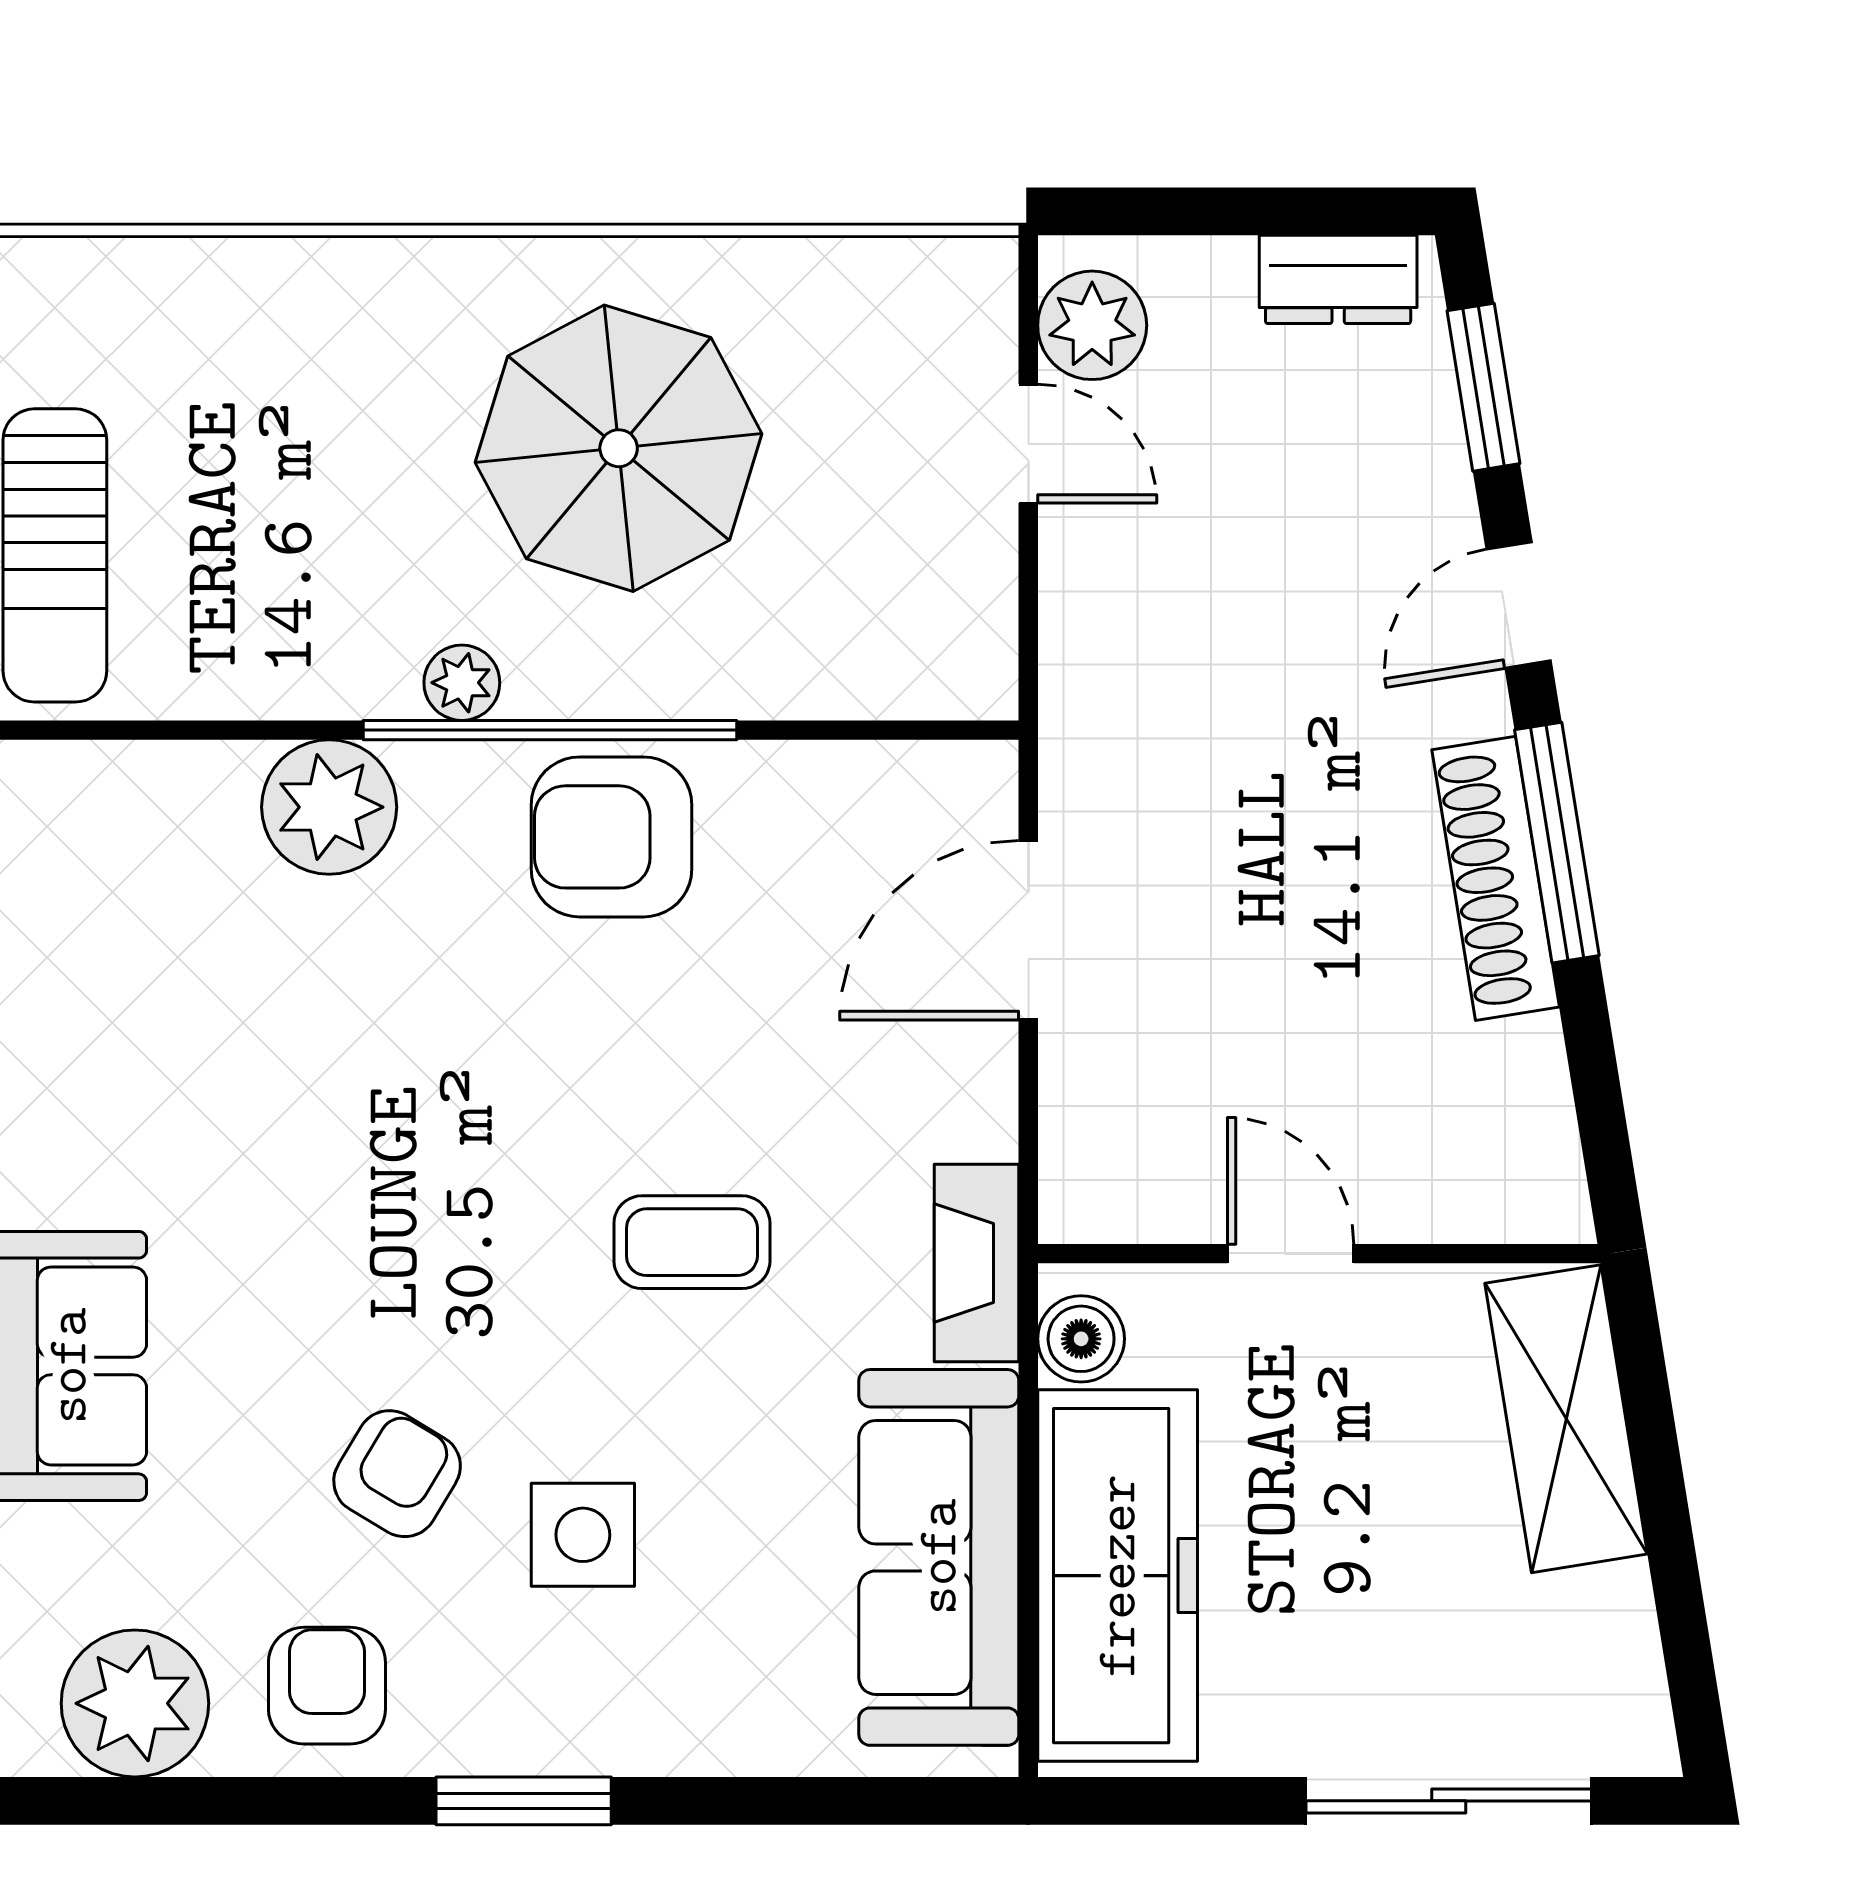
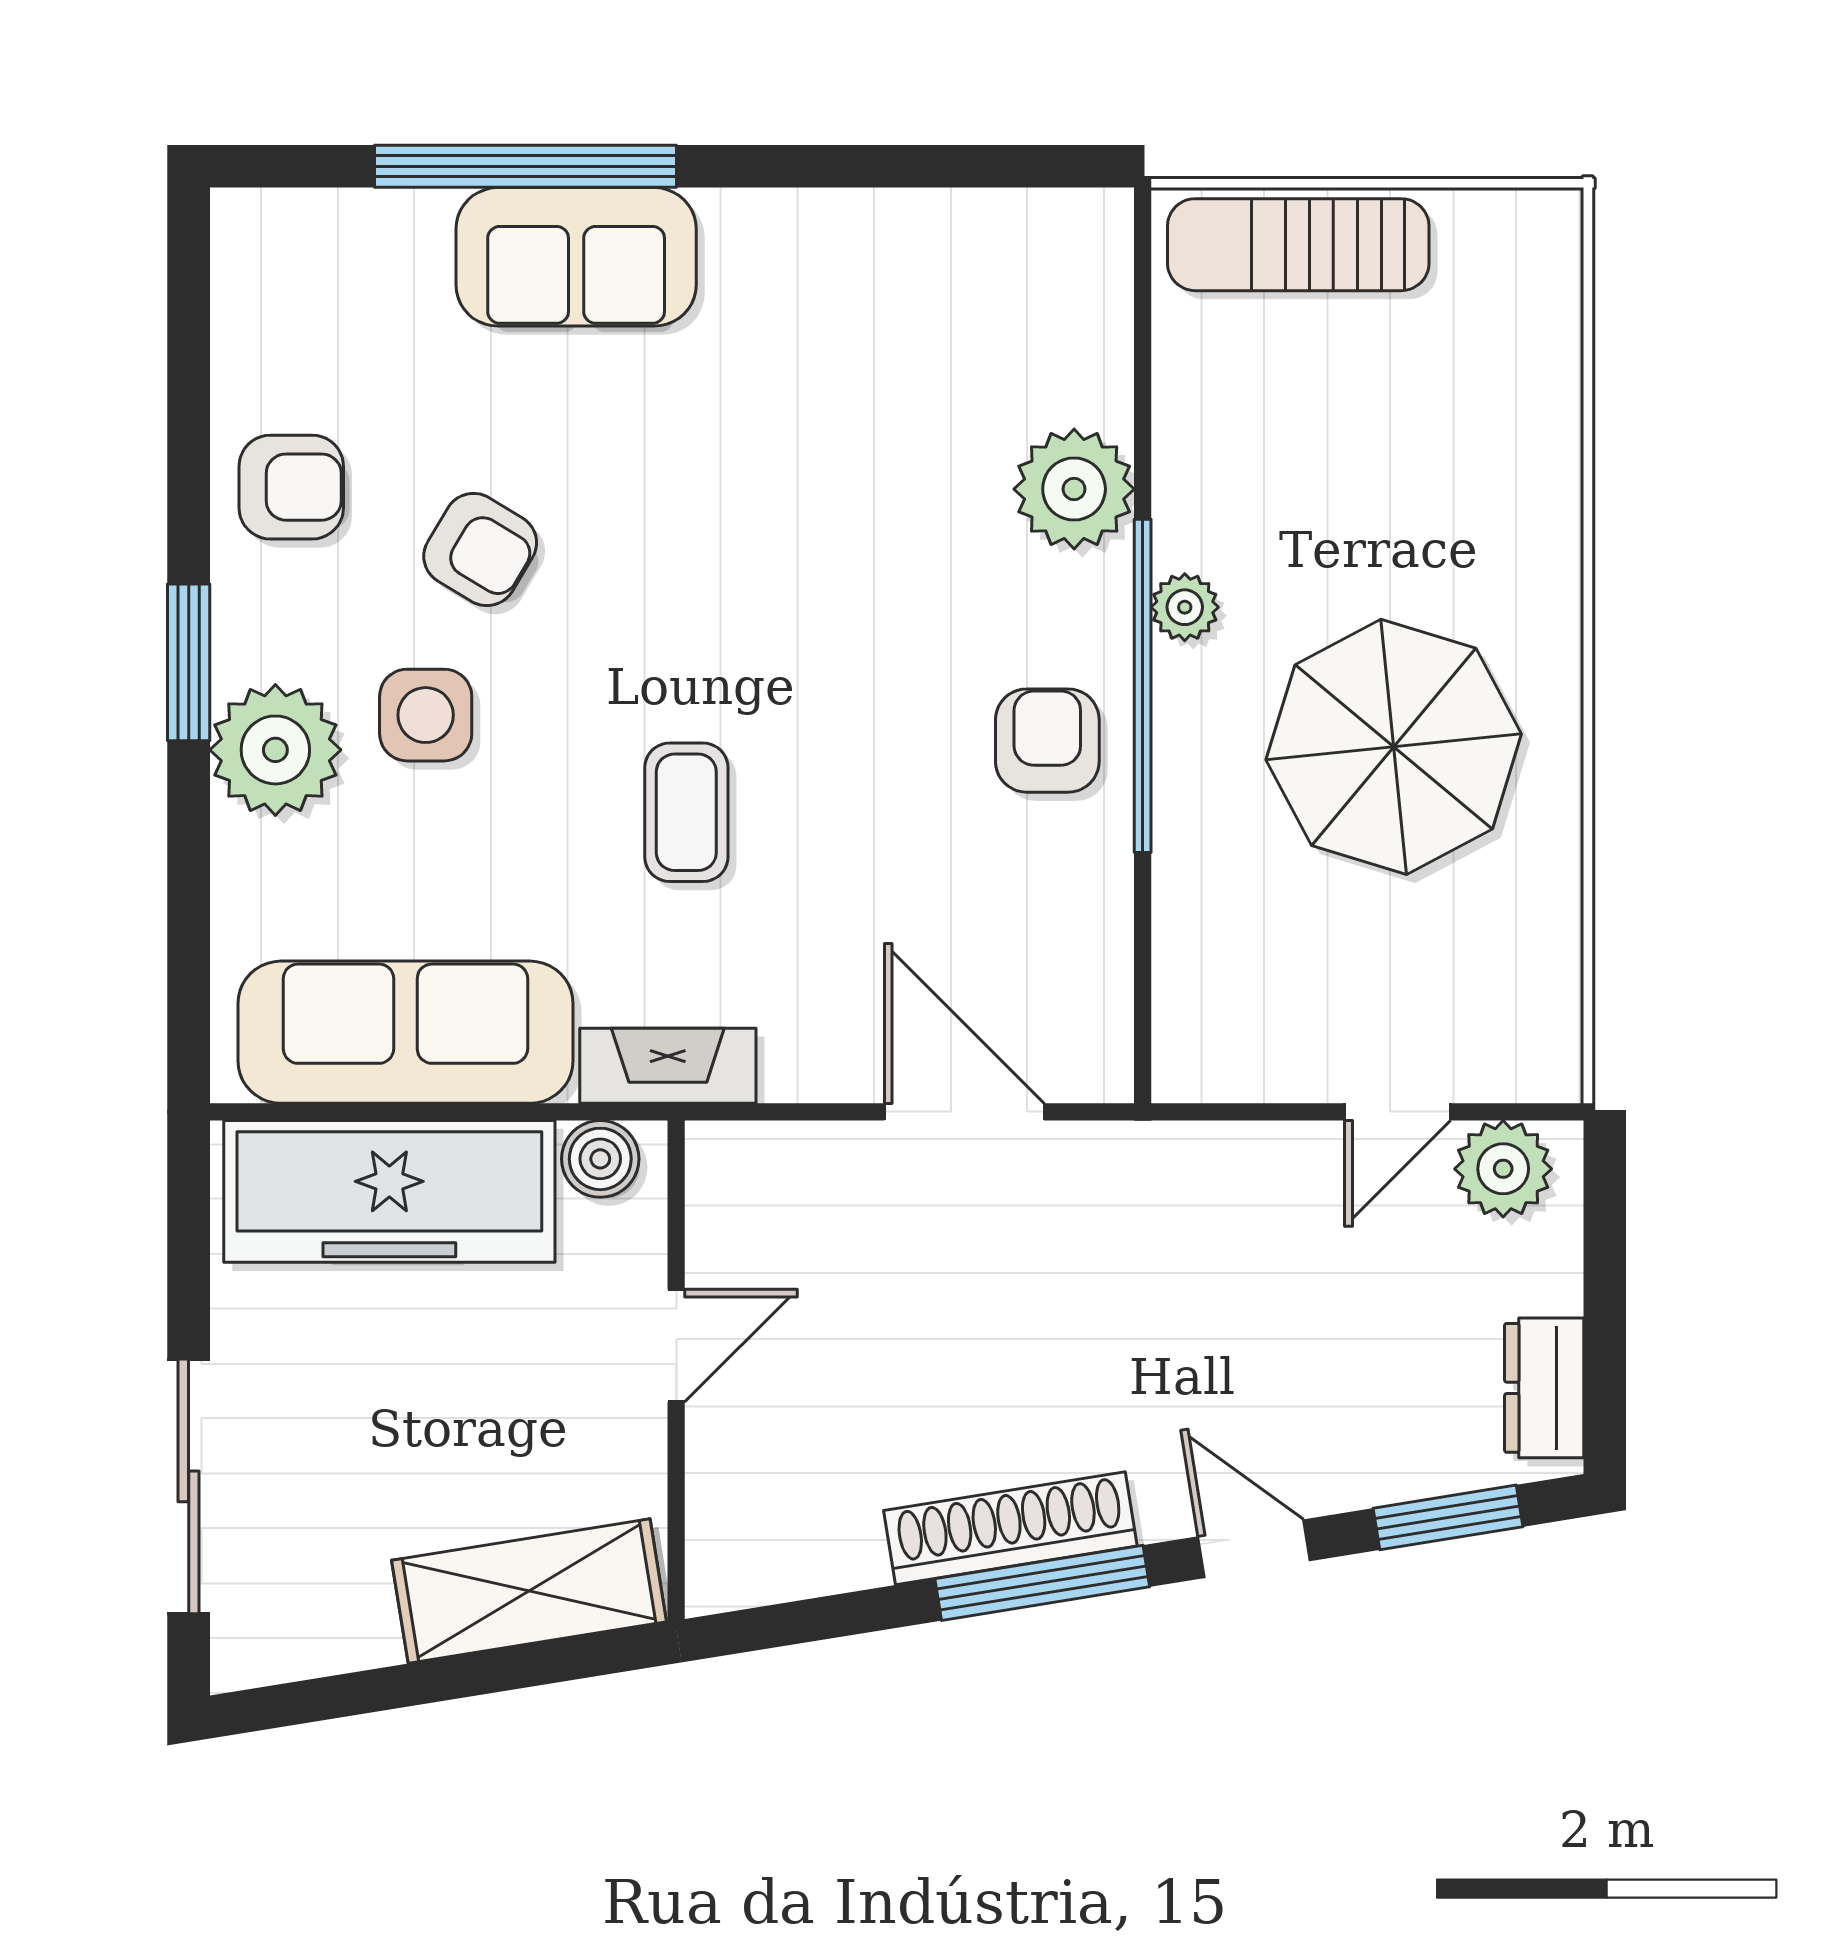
armchair: (612, 837) -> (1047, 741), width x0.72, depth x0.72
plant: (135, 1703) -> (275, 750), moved

